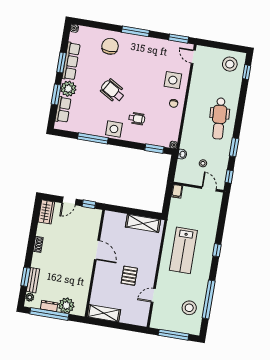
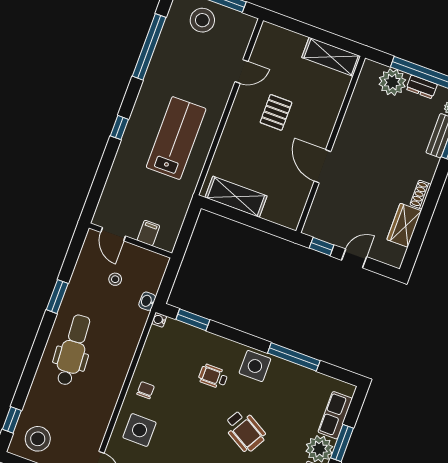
window: (229, 177) -> (75, 248), removed
filing cabinet: (177, 191) -> (148, 233), moved
wardrobe: (46, 212) -> (404, 225), moved
stool: (189, 308) -> (202, 20), moved

